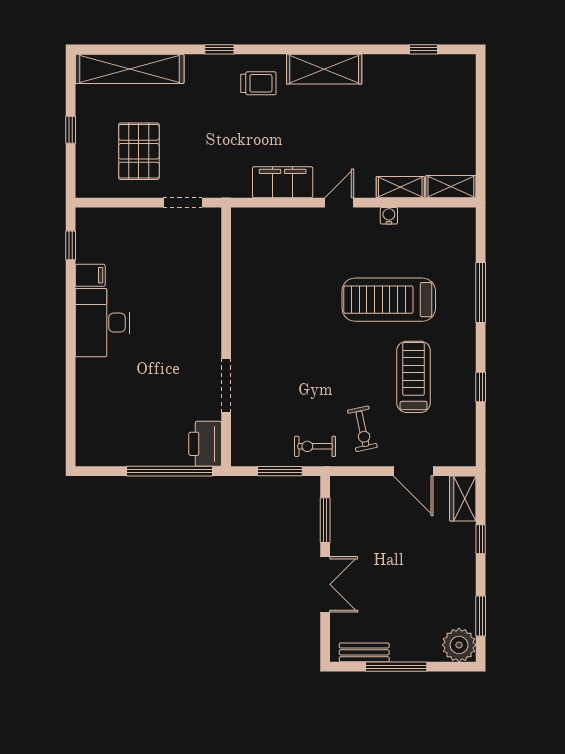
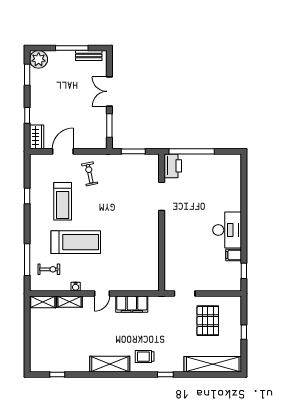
window: (481, 292) -> (27, 260), moved
exercise bike: (315, 446) -> (49, 269), moved
door: (413, 471) -> (63, 151), hinge flipped

